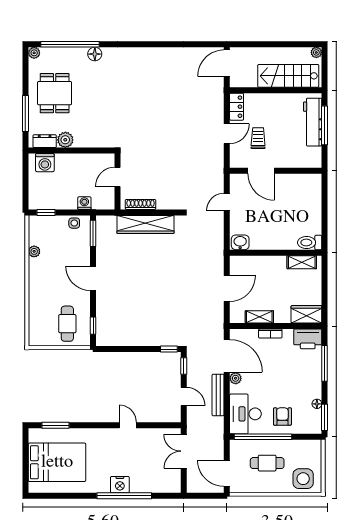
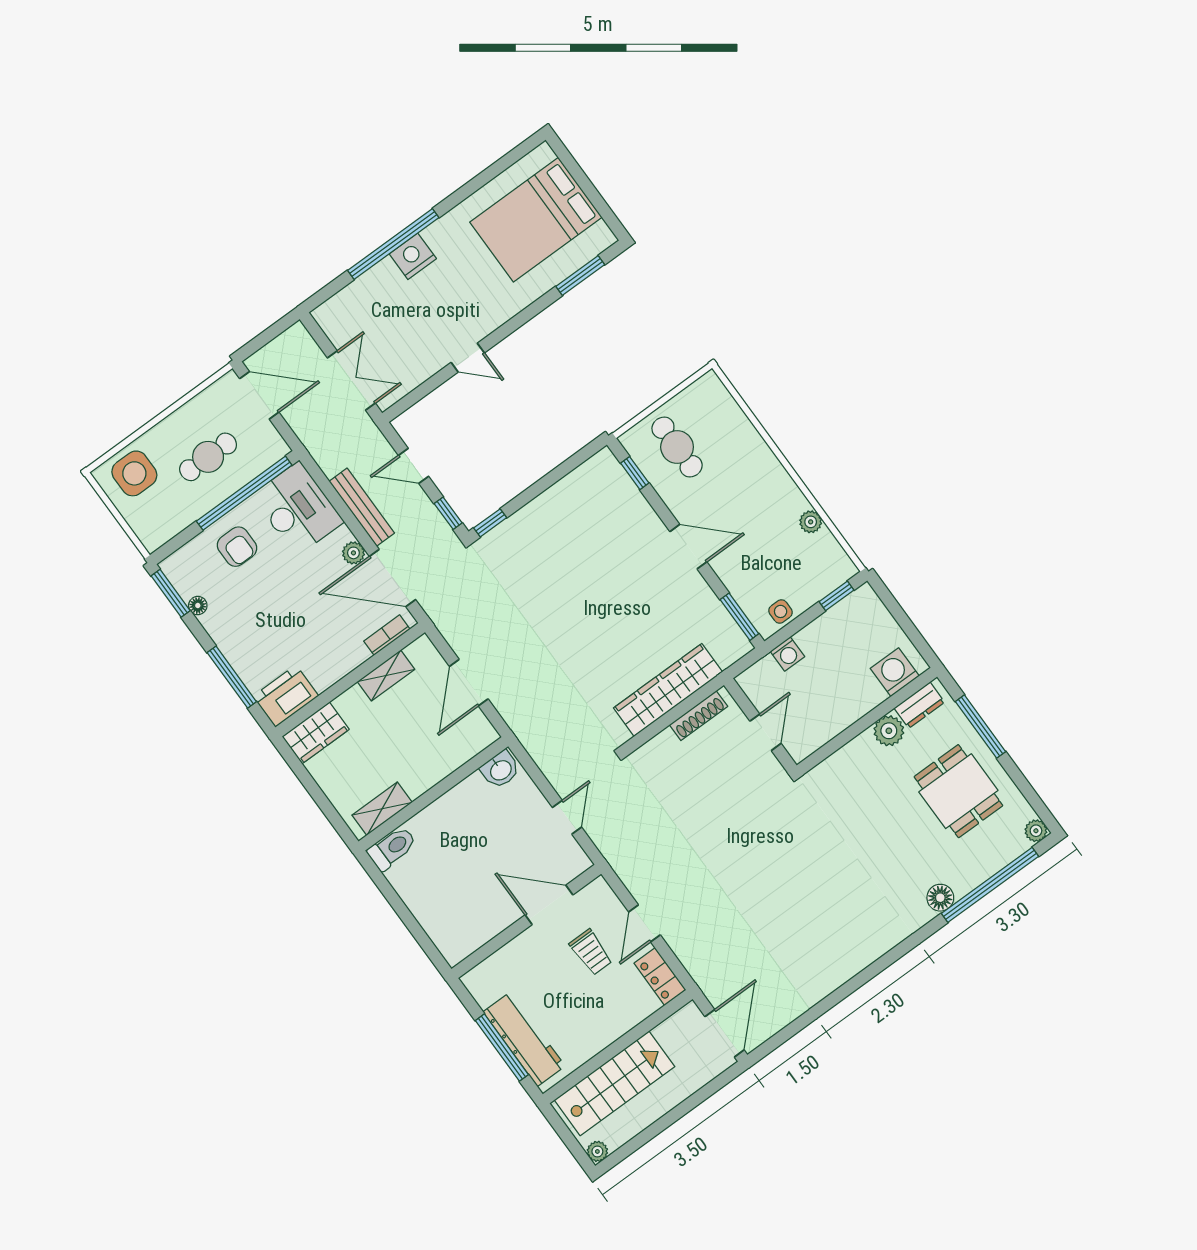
bookcase: (270, 334) -> (387, 635), moved

